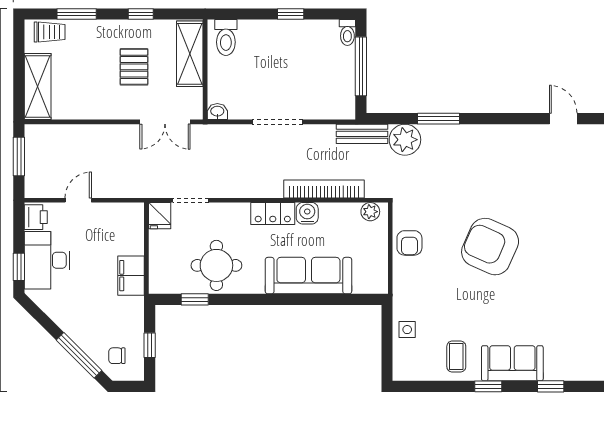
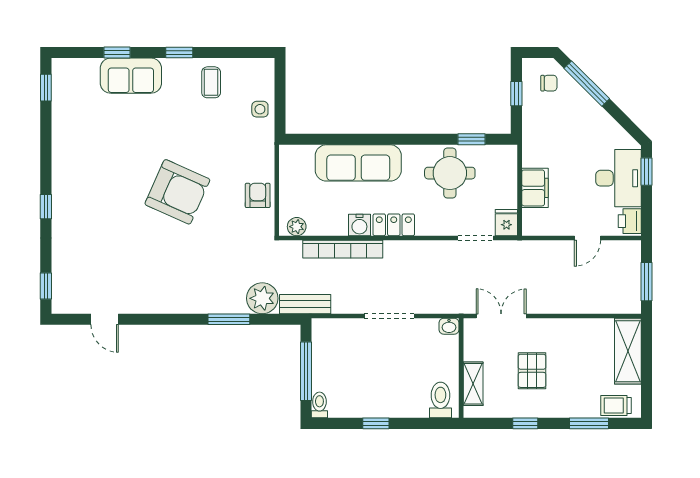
shelving: (190, 54) -> (473, 384), width x0.67, depth x0.75
filing cabinet: (131, 276) -> (535, 188), moved
sofa: (512, 363) -> (131, 76), moved

